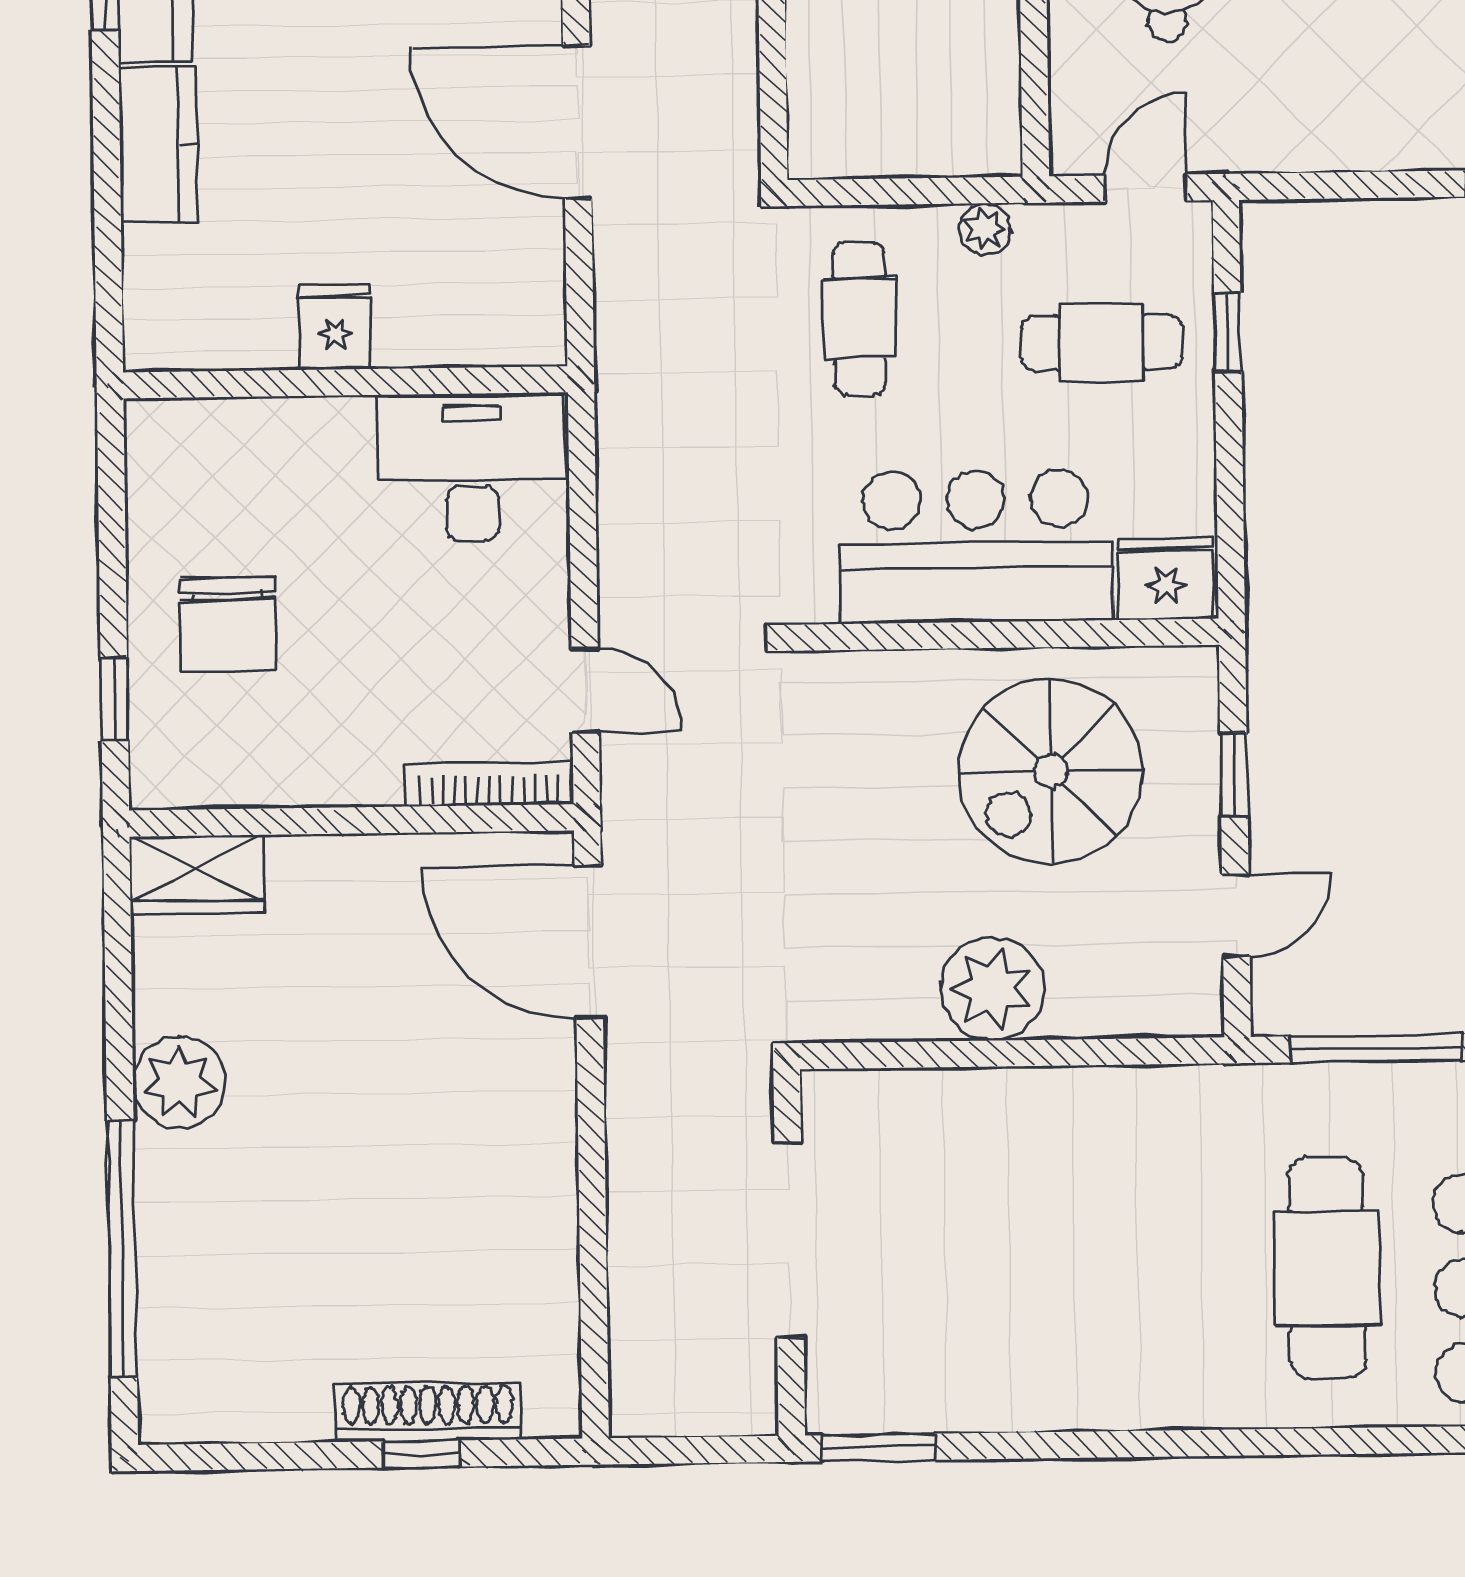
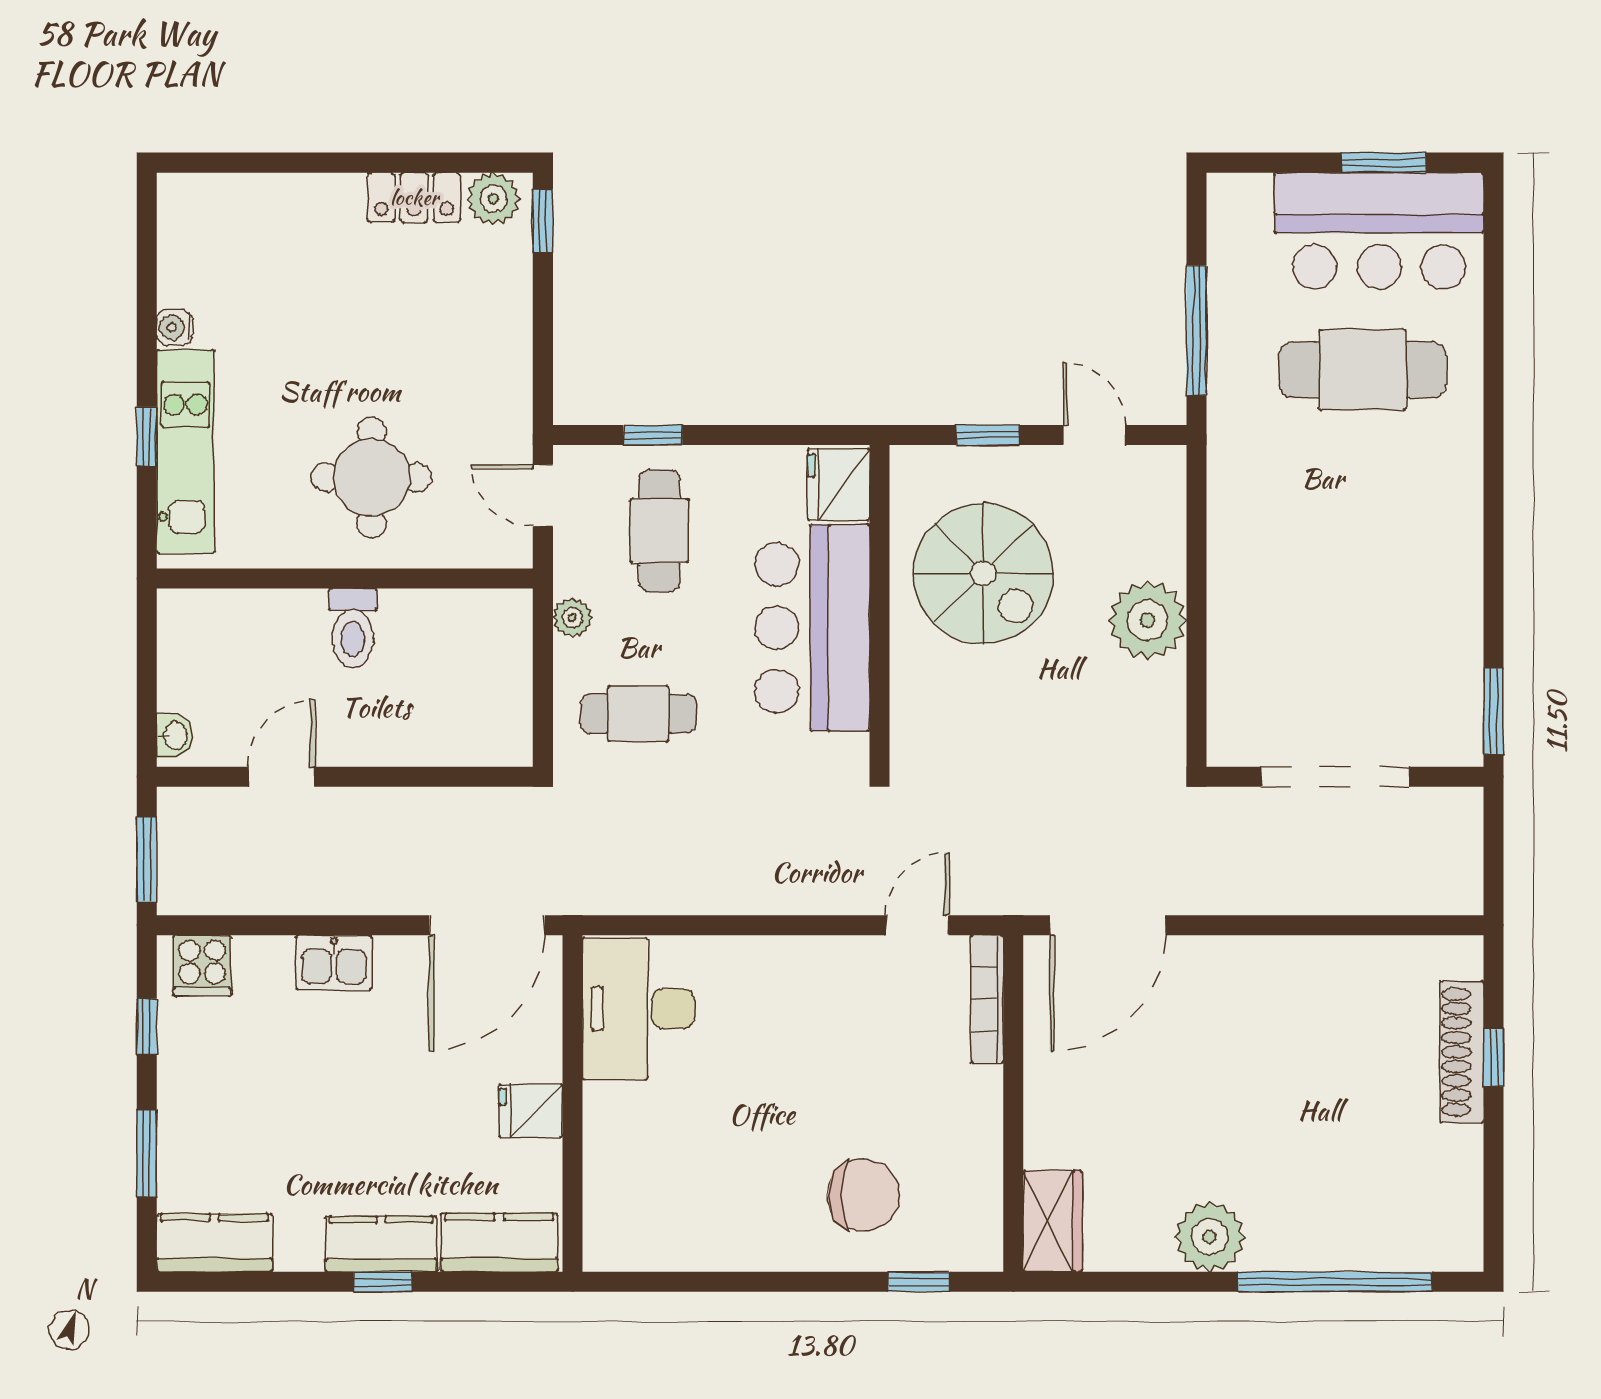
fridge: (335, 327) -> (531, 1111), moved
wall: (345, 382) -> (573, 1103), moved
desk: (472, 468) -> (639, 1009), moved

